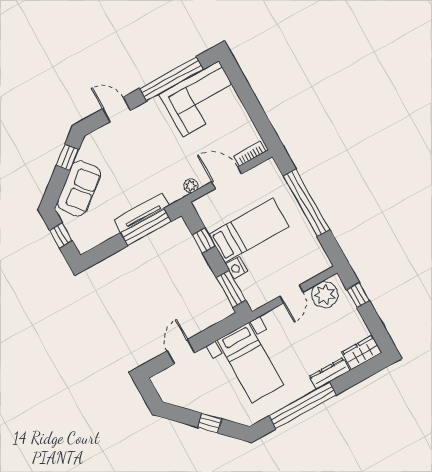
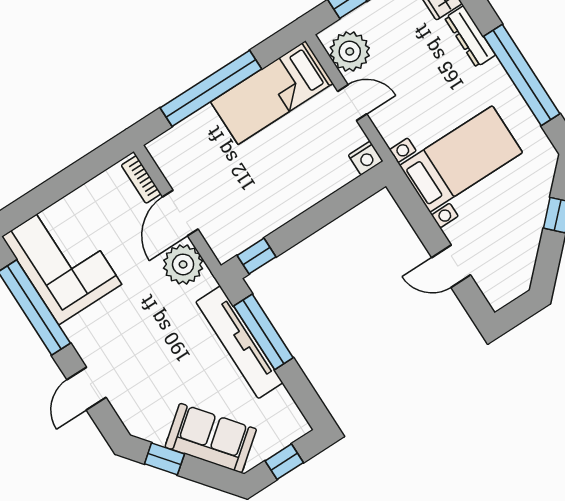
plant: (191, 186) -> (183, 264), width x1.88, depth x1.88
tv unit: (141, 213) -> (239, 342), width x1.36, depth x1.29
bed: (249, 231) -> (272, 93), moved, turned -90
window: (204, 240) -> (257, 256), moved
nightstand: (237, 268) -> (366, 158), moved
window: (231, 289) -> (350, 196), removed

